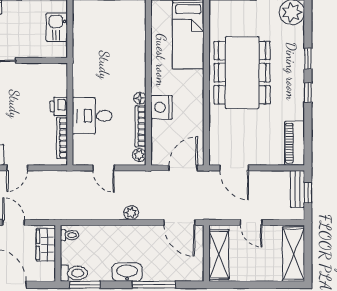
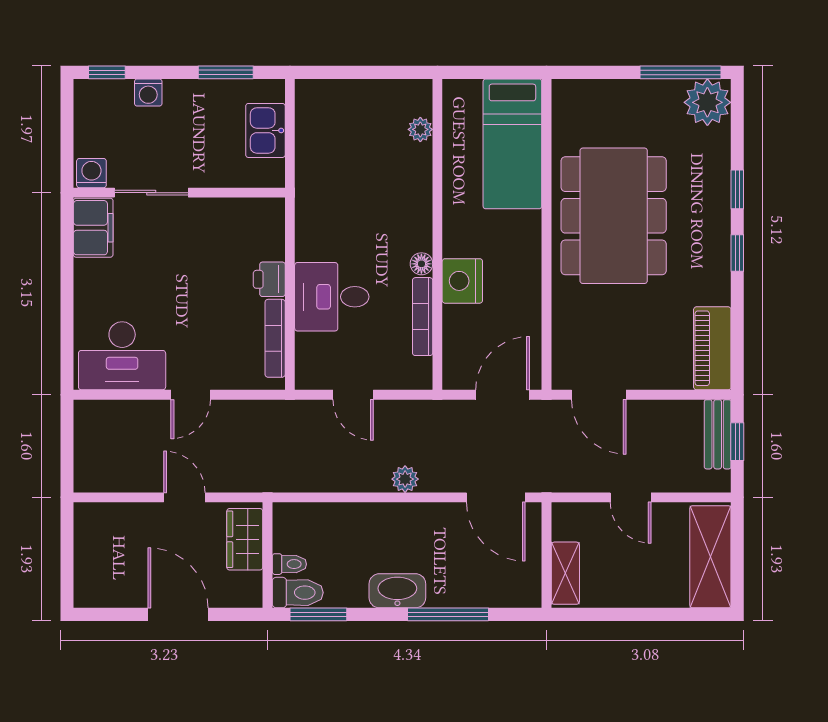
plant: (139, 155) -> (420, 129), moved
toilet: (70, 235) -> (289, 564), moved
shelving: (219, 254) -> (565, 573), width x0.67, depth x0.75

